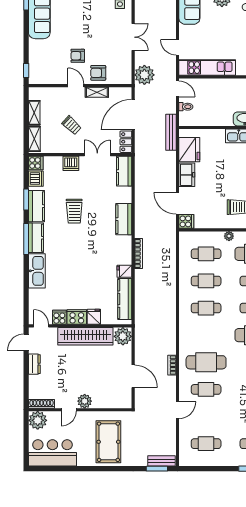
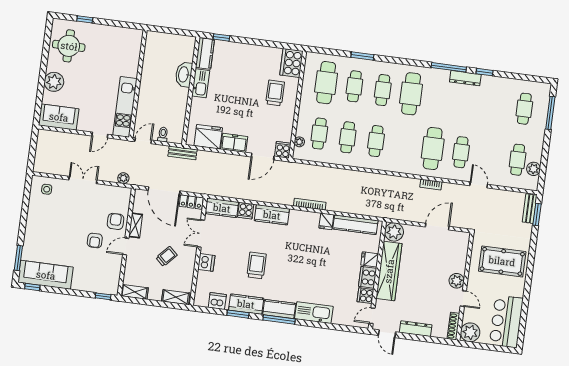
armchair: (98, 73) -> (116, 221), turned 180
plant: (144, 75) -> (123, 178), width x0.53, depth x0.53
shelving: (34, 113) -> (135, 292), moved
bench: (171, 132) -> (182, 153), width x0.73
cooker: (36, 163) -> (246, 211), moved, turned 180
trolley: (74, 211) -> (257, 265), turned -90
plant: (229, 236) -> (299, 142), moved
dresser: (34, 364) -> (416, 329), width x1.44
plant: (199, 460) -> (534, 169), added

